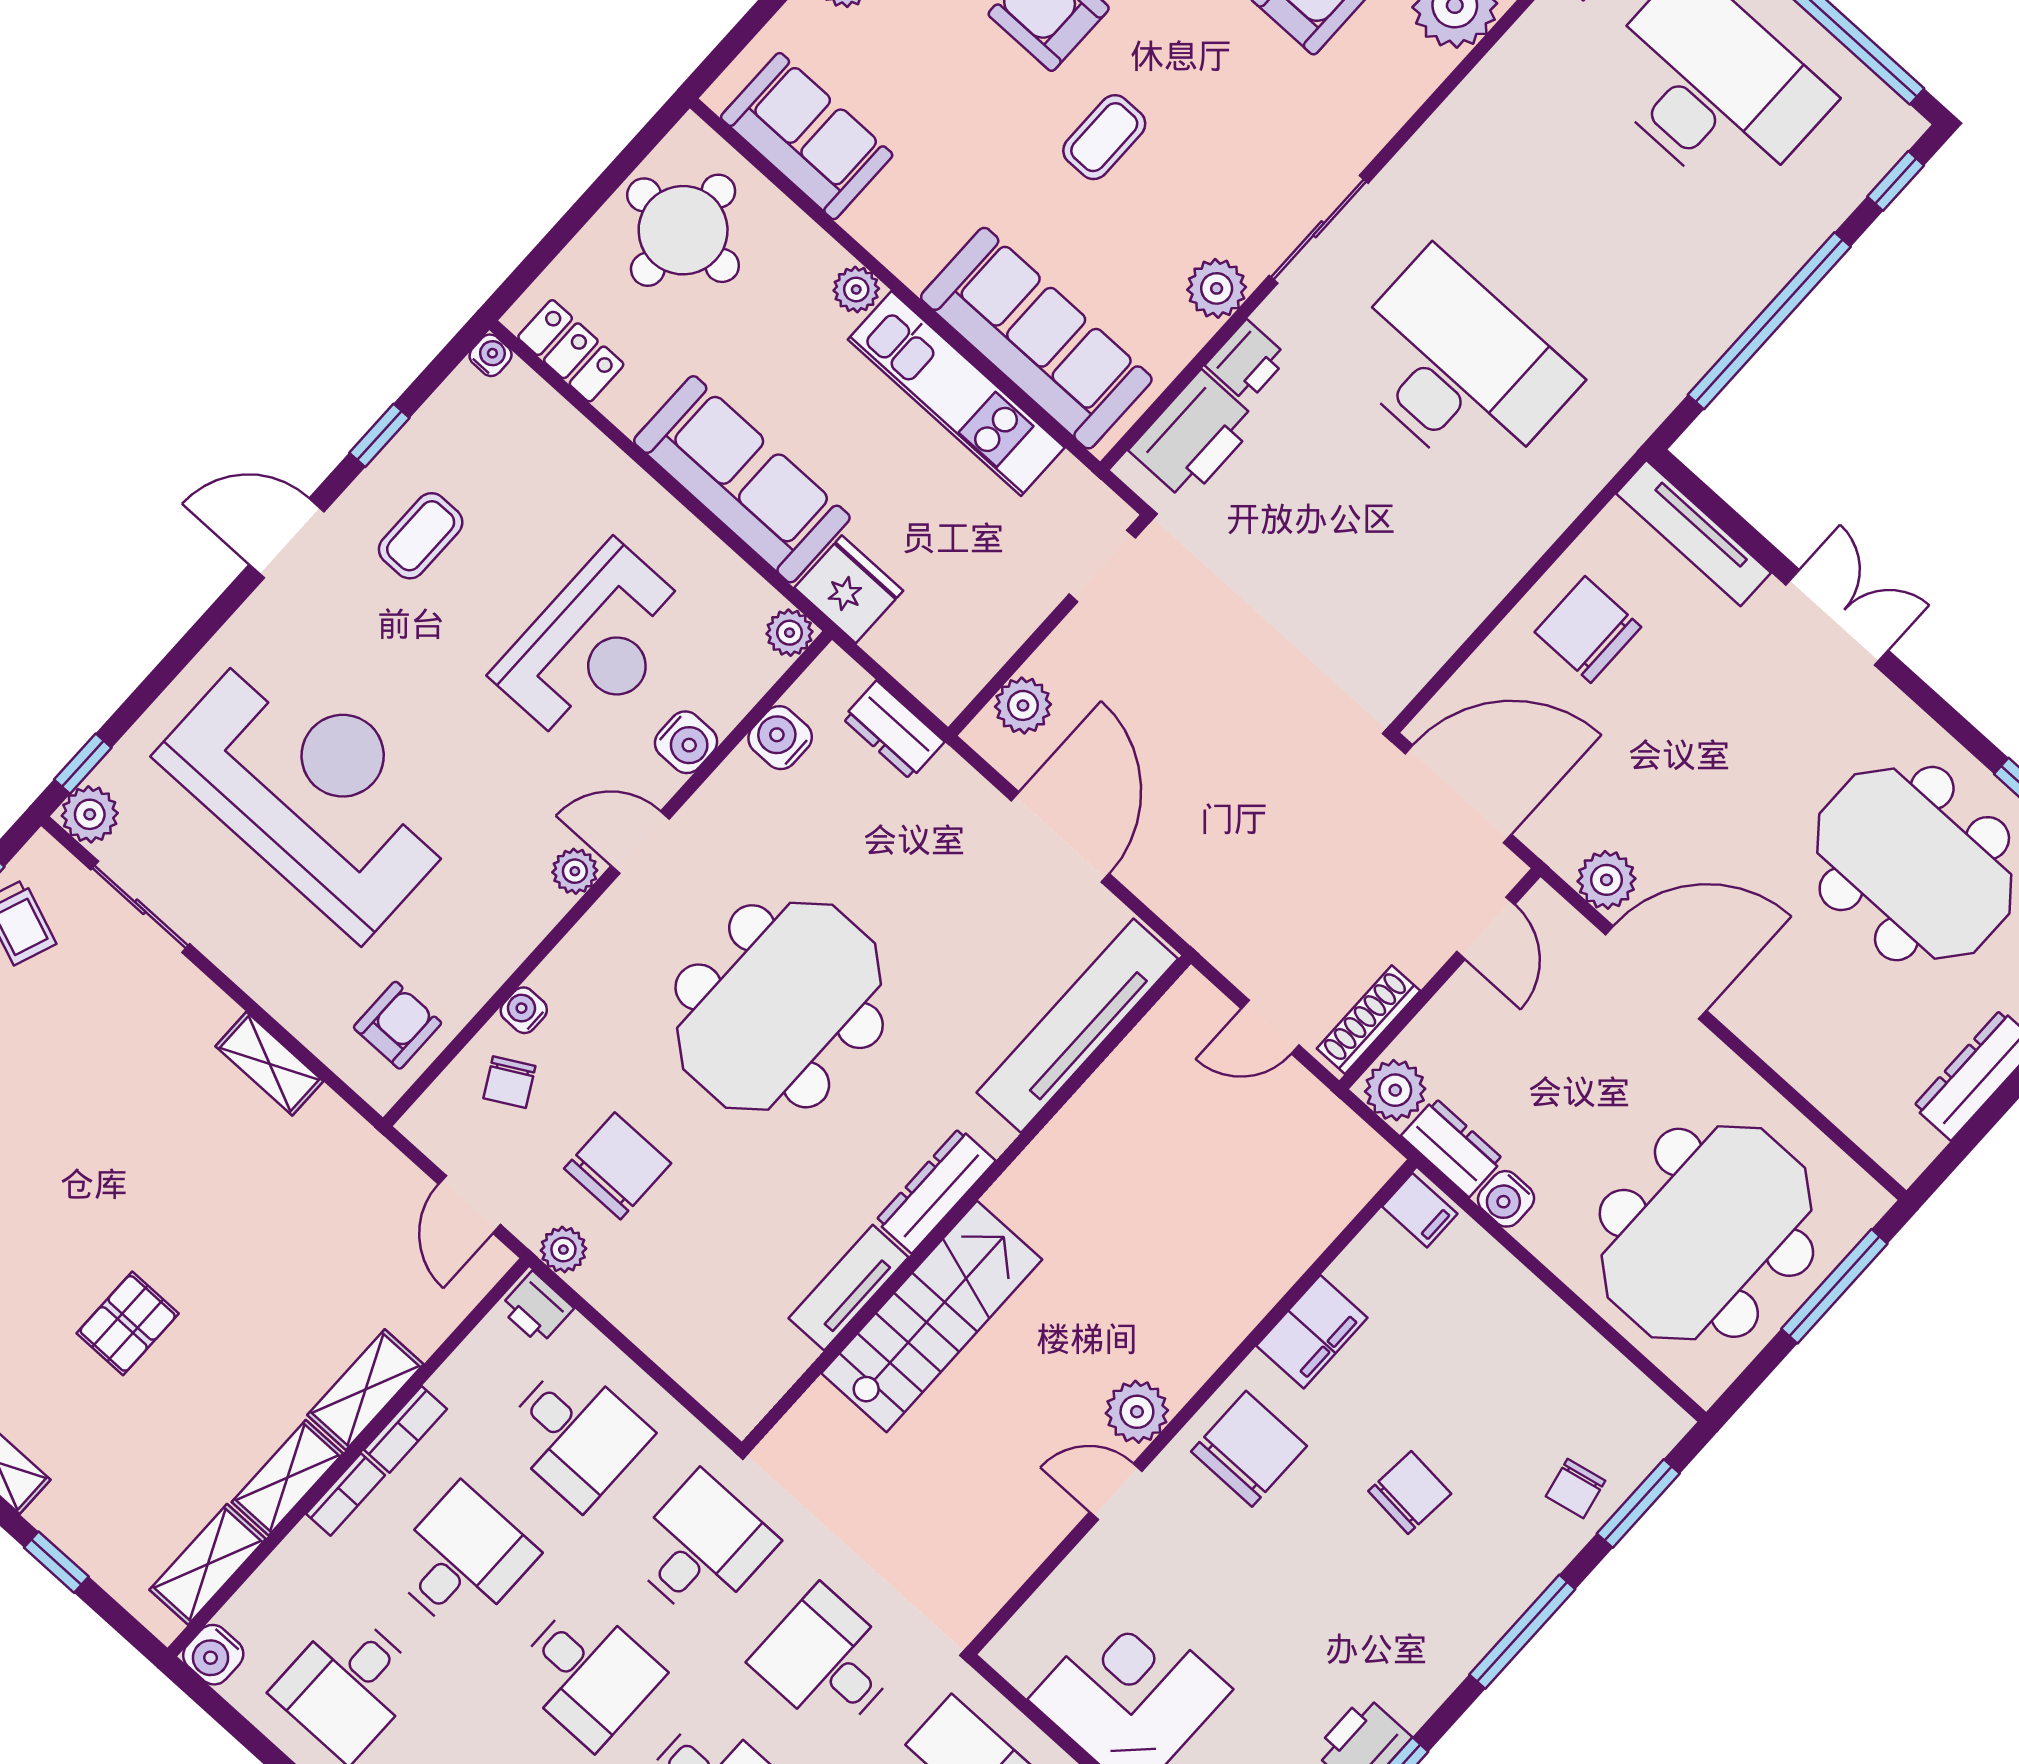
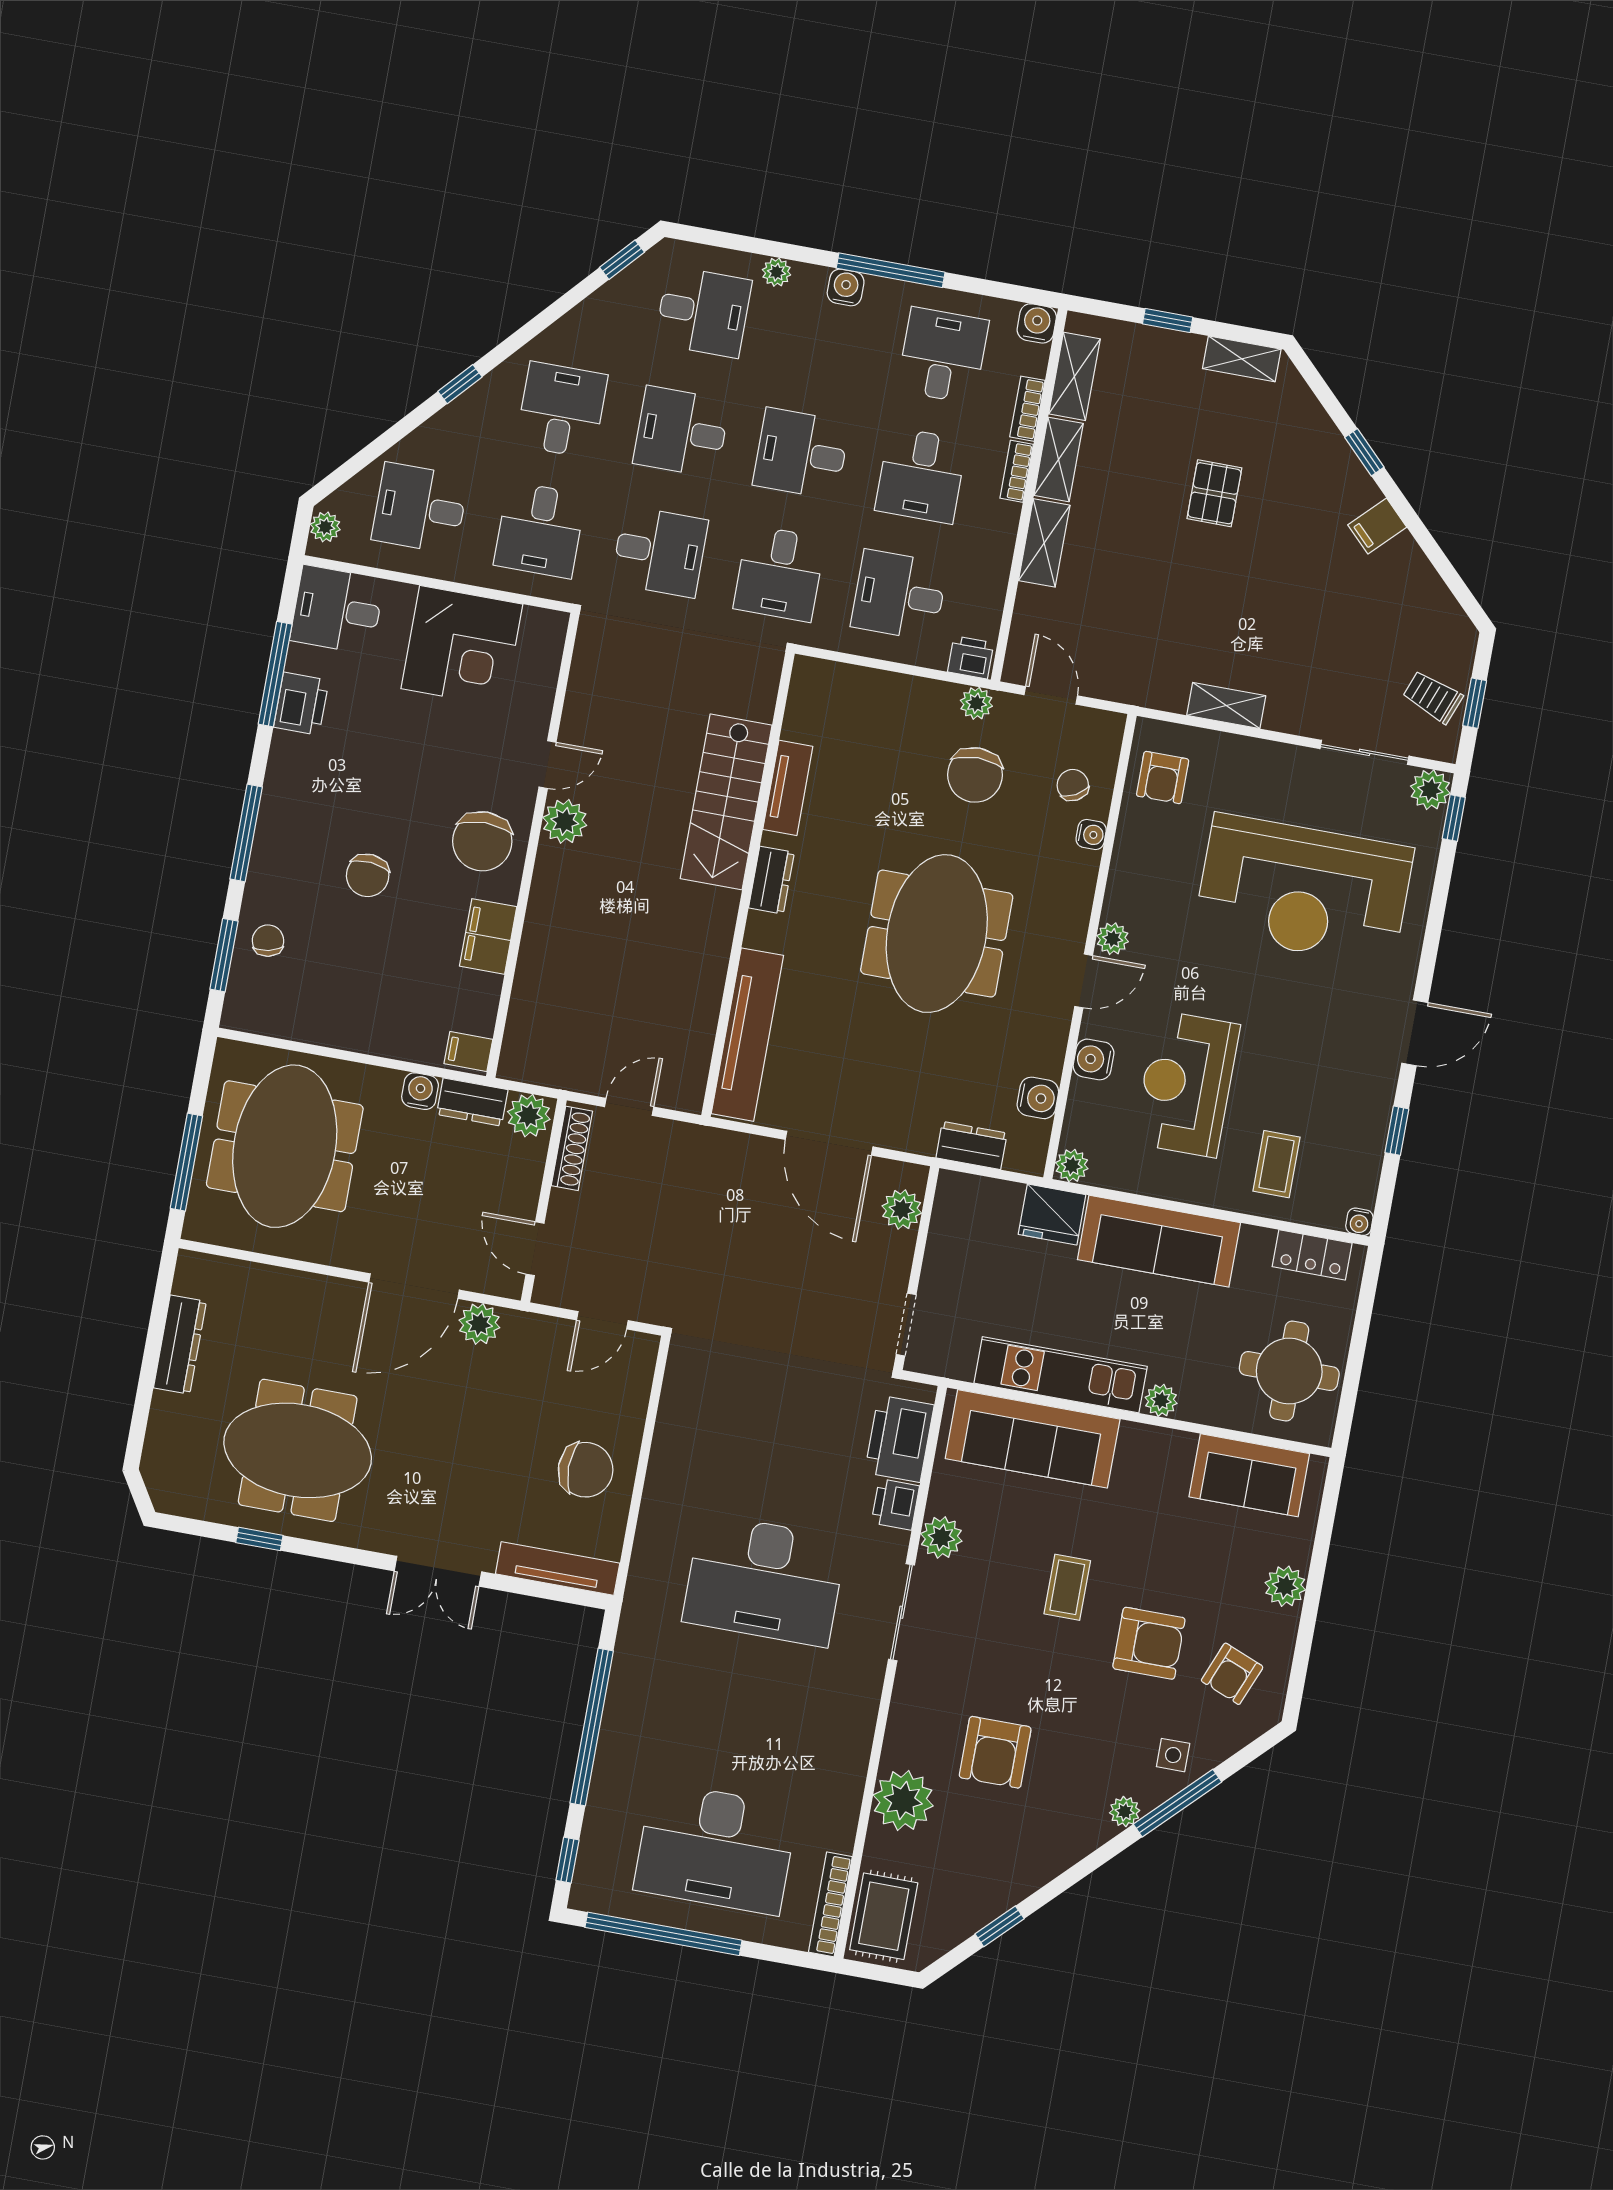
coffee table: (421, 536) -> (1276, 1164), moved
door: (1458, 794) -> (602, 1320), width x0.53
dresser: (935, 1191) -> (771, 880), width x0.70
bookcase: (405, 1429) -> (1027, 409), moved

